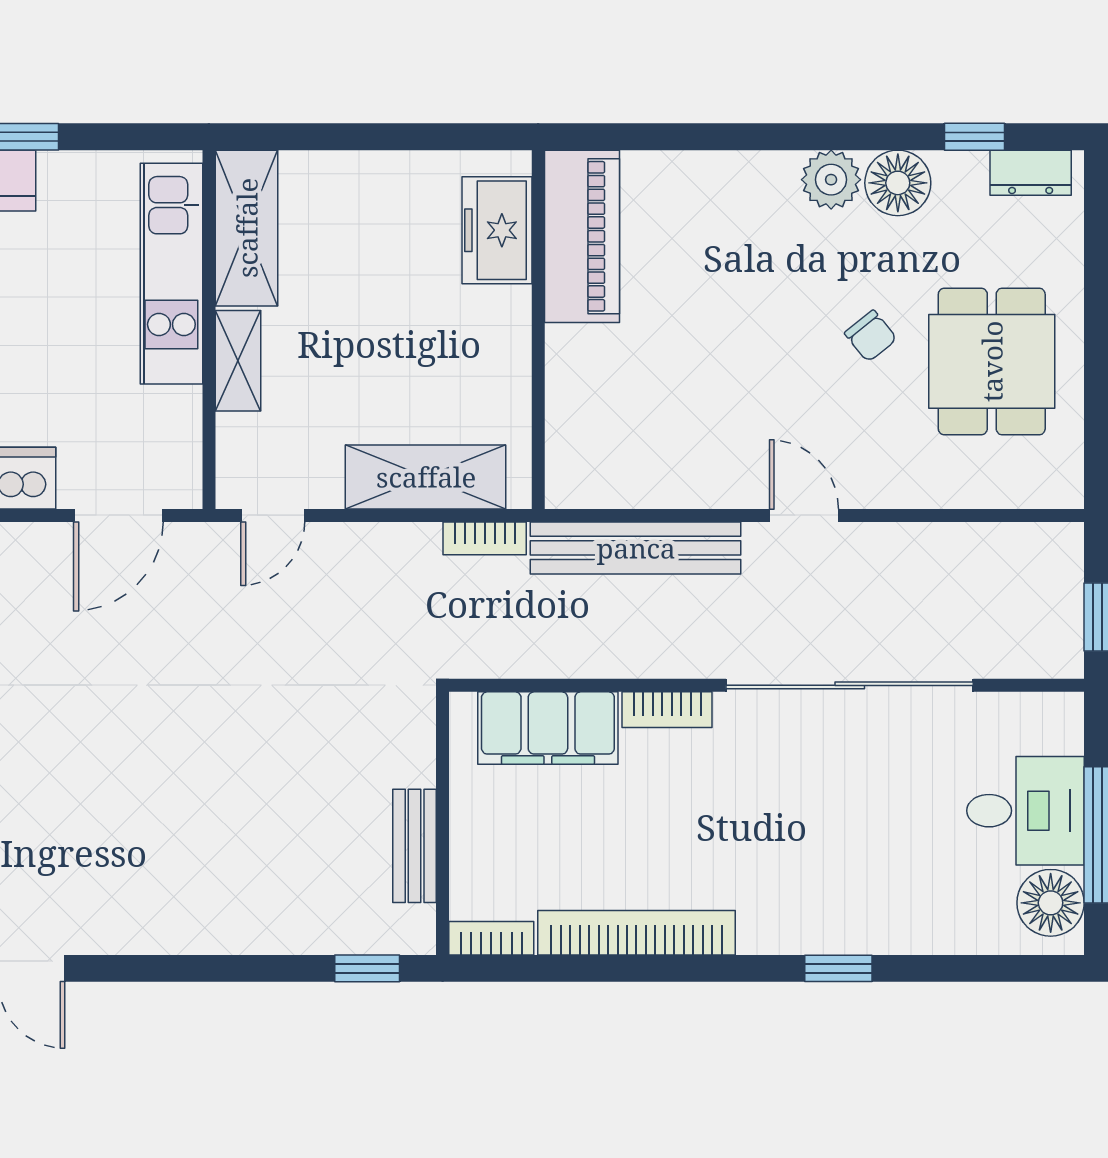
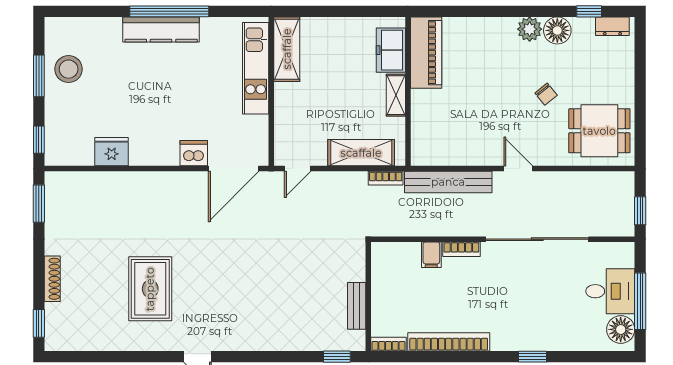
shelving: (238, 361) -> (396, 95), moved
dining table: (992, 361) -> (599, 131), moved, turned 90
door: (118, 515) -> (234, 169), width x1.36
filing cabinet: (548, 728) -> (431, 255), width x0.33, depth x0.86

